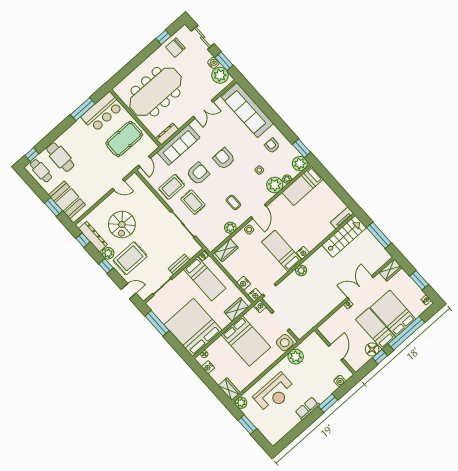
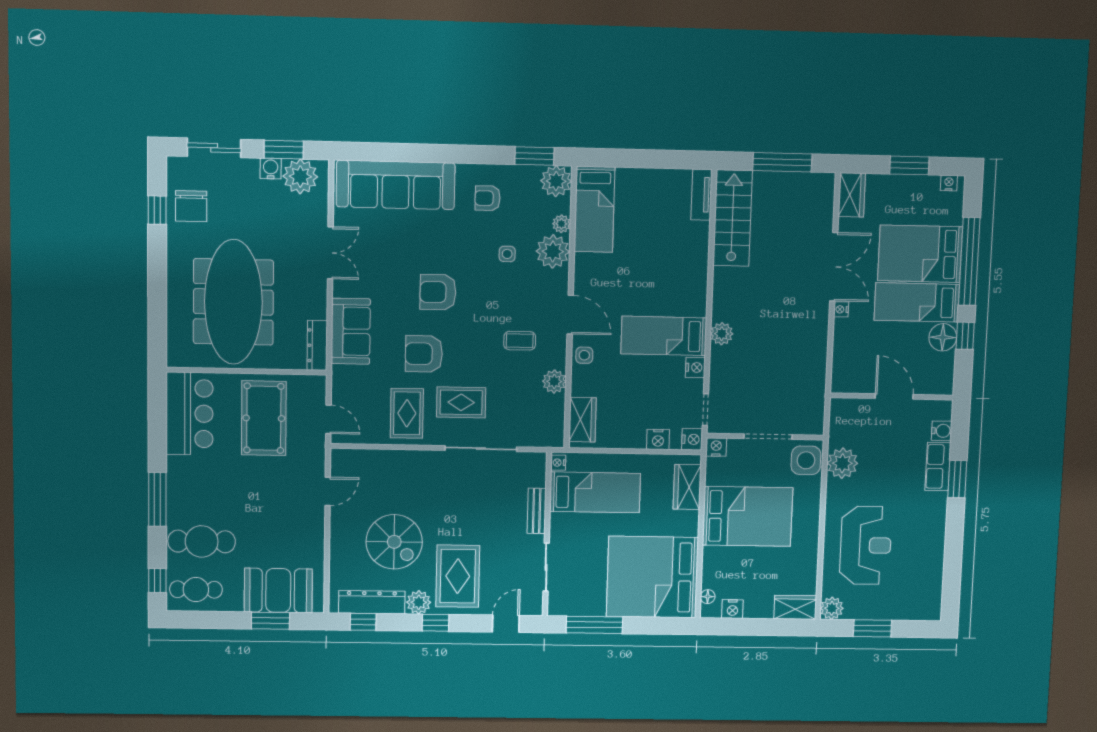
window: (83, 109) -> (157, 499), moved
sofa: (178, 145) -> (351, 331), width x0.73
armchair: (198, 174) -> (424, 354), turned -90
nightstand: (303, 253) -> (695, 367), moved
double door: (360, 287) -> (834, 267), swing flipped
row of seats: (307, 408) -> (938, 466), moved

